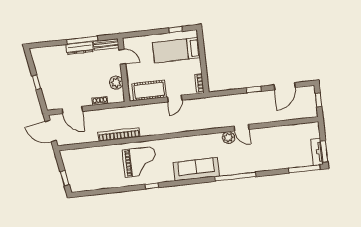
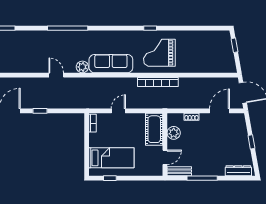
dresser: (80, 48) -> (238, 171), moved
door: (122, 57) -> (165, 157), swing flipped
cot: (149, 90) -> (154, 129), moved, turned 90
door: (72, 110) -> (220, 111), hinge flipped
bookcase: (119, 134) -> (158, 82), moved
plant: (229, 138) -> (82, 67), moved
sofa: (196, 169) -> (111, 64), moved, turned 180

